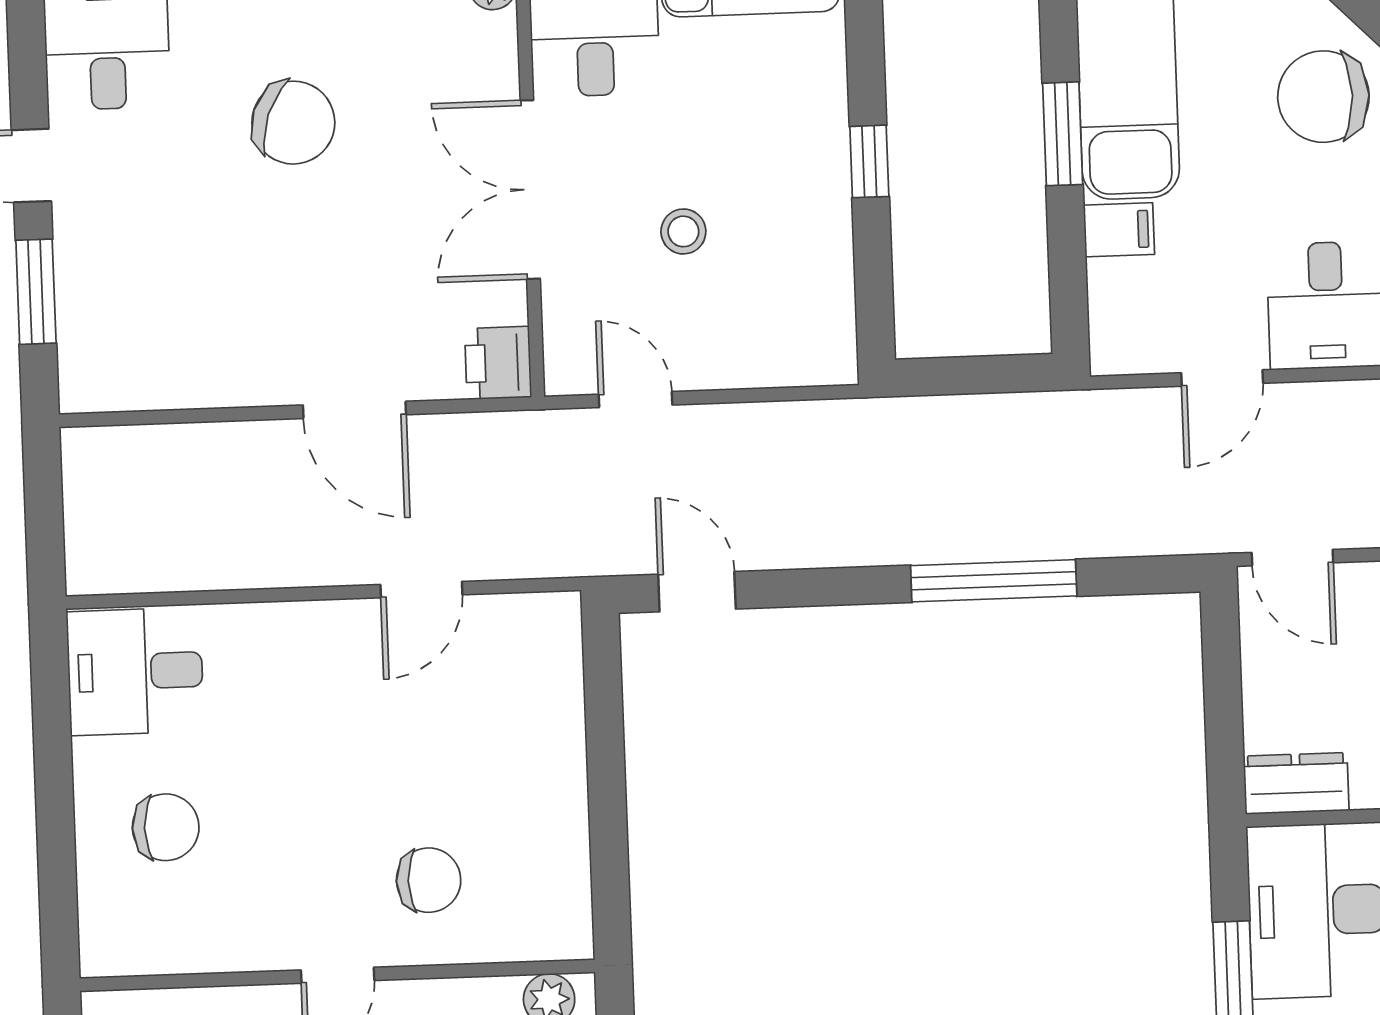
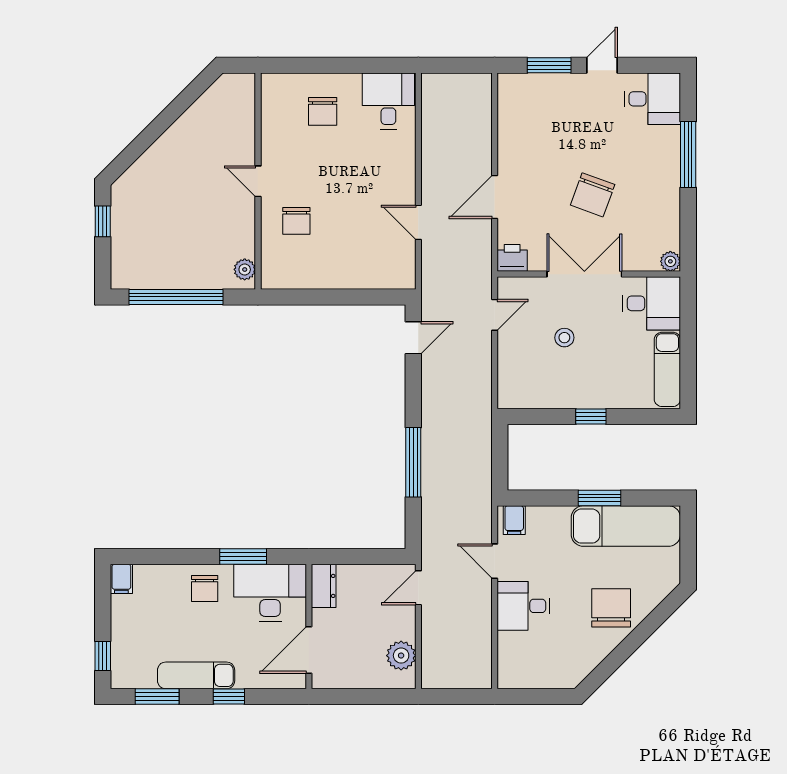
chair: (293, 123) -> (593, 195), moved
filing cabinet: (1119, 230) -> (514, 520), moved

